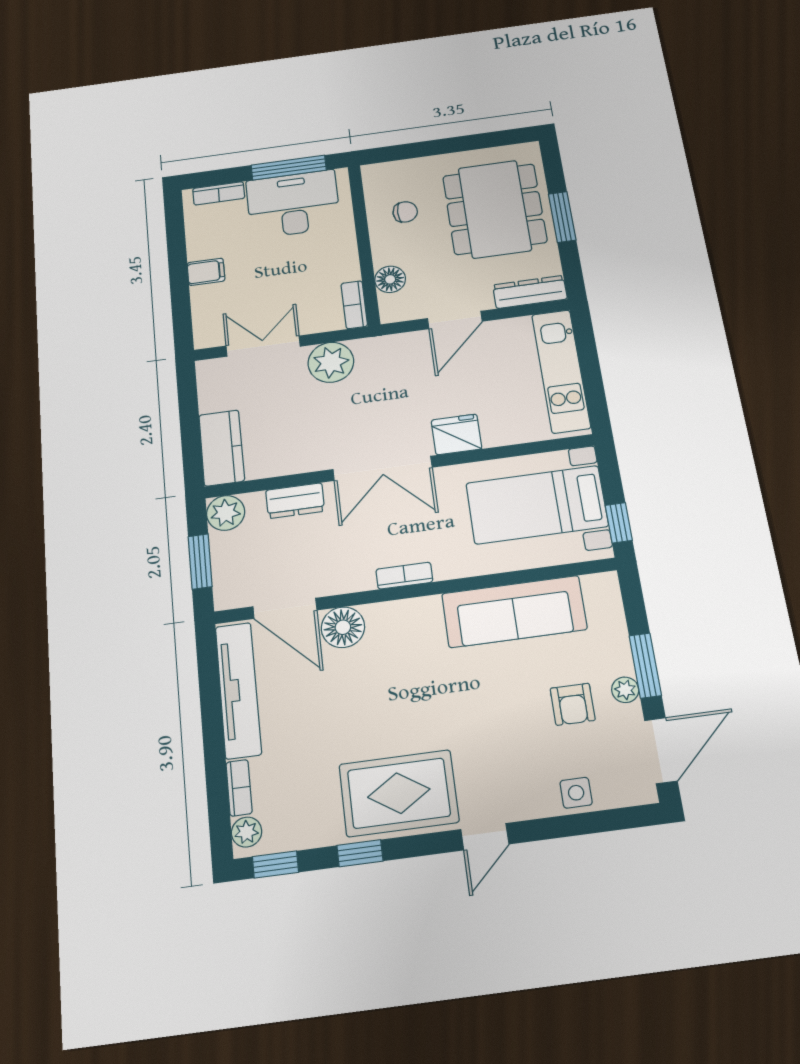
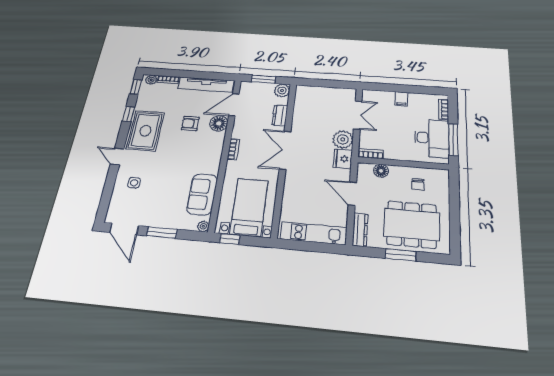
fridge: (456, 434) -> (343, 159), moved, turned 180
kitchen counter: (222, 448) -> (312, 93), removed
sofa: (514, 611) -> (202, 194), width x0.73
plant: (625, 690) -> (203, 226), moved
armchair: (573, 704) -> (190, 123), moved
side table: (576, 793) -> (134, 183), moved

